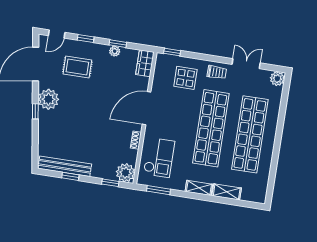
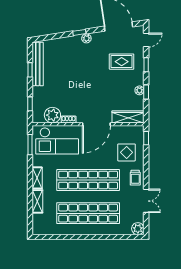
door: (57, 34) -> (146, 40), swing flipped
wardrobe: (145, 63) -> (128, 117), width x1.50
rug: (77, 67) -> (122, 62), turned 90
plant: (48, 99) -> (86, 38), width x0.53, depth x0.53
door: (147, 108) -> (96, 124), swing flipped
checkout: (159, 157) -> (57, 141), width x1.36, depth x1.21
plant: (126, 173) -> (52, 115), moved

